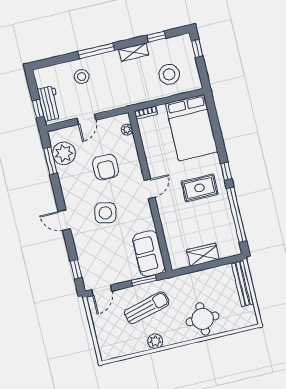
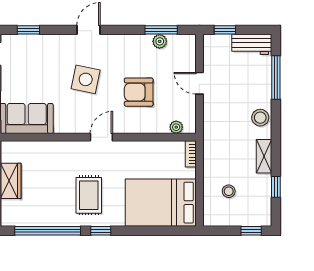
window: (96, 51) -> (276, 78), moved
stool: (169, 74) -> (229, 191), width x0.53, depth x0.53
stool: (82, 77) -> (260, 118), moved
workbench: (49, 104) -> (252, 44), moved
plant: (64, 153) -> (160, 41), width x0.53, depth x0.53
door: (150, 189) -> (101, 137), swing flipped

